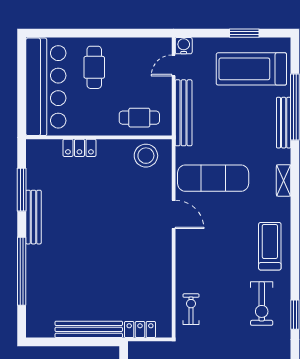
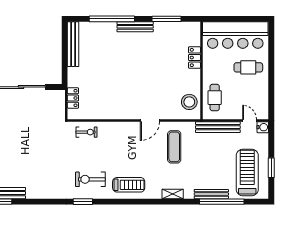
exercise mat: (213, 178) -> (174, 147), width x0.73, depth x0.69
bench: (33, 217) -> (135, 27), moved
bench: (89, 329) -> (73, 44), moved

